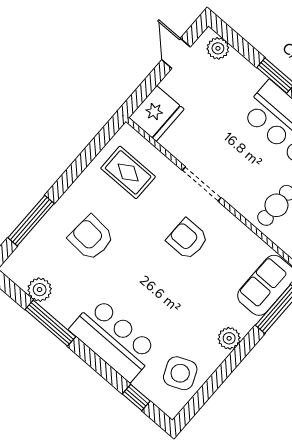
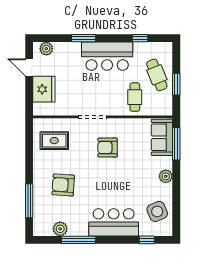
fridge: (156, 113) -> (44, 89), moved

